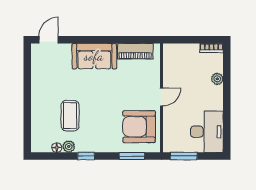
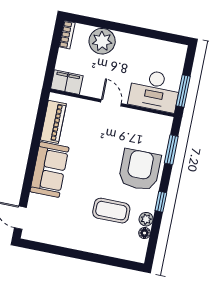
filing cabinet: (171, 56) -> (67, 82), added
plant: (217, 79) -> (102, 41), width x1.88, depth x1.88
armchair: (139, 127) -> (140, 170), moved, turned 180
desk: (207, 132) -> (155, 91), moved, turned 180

